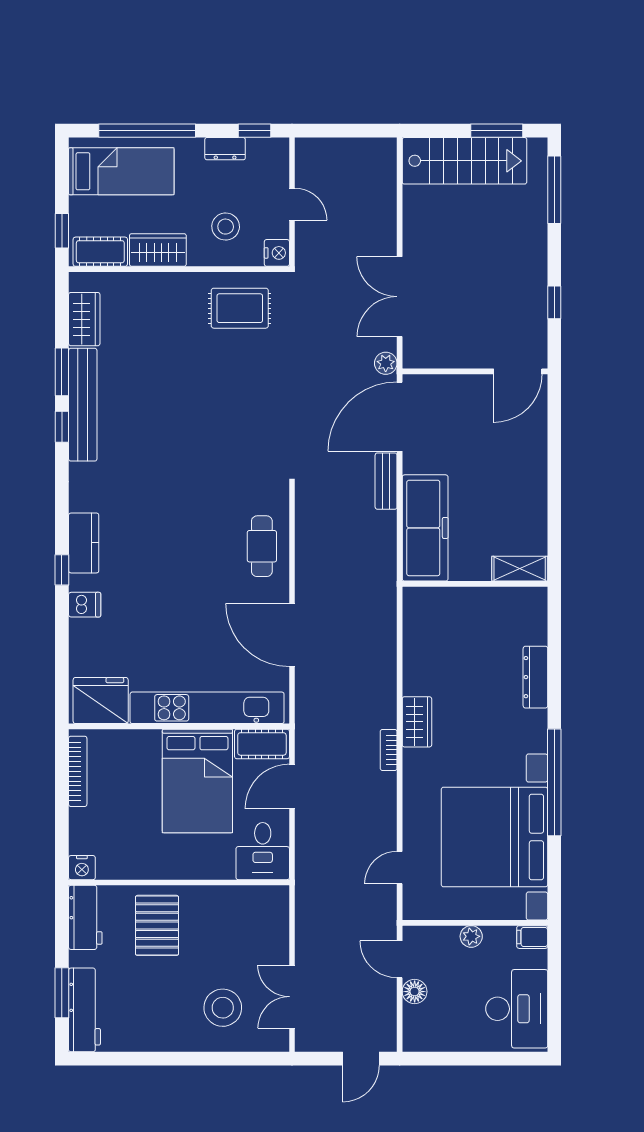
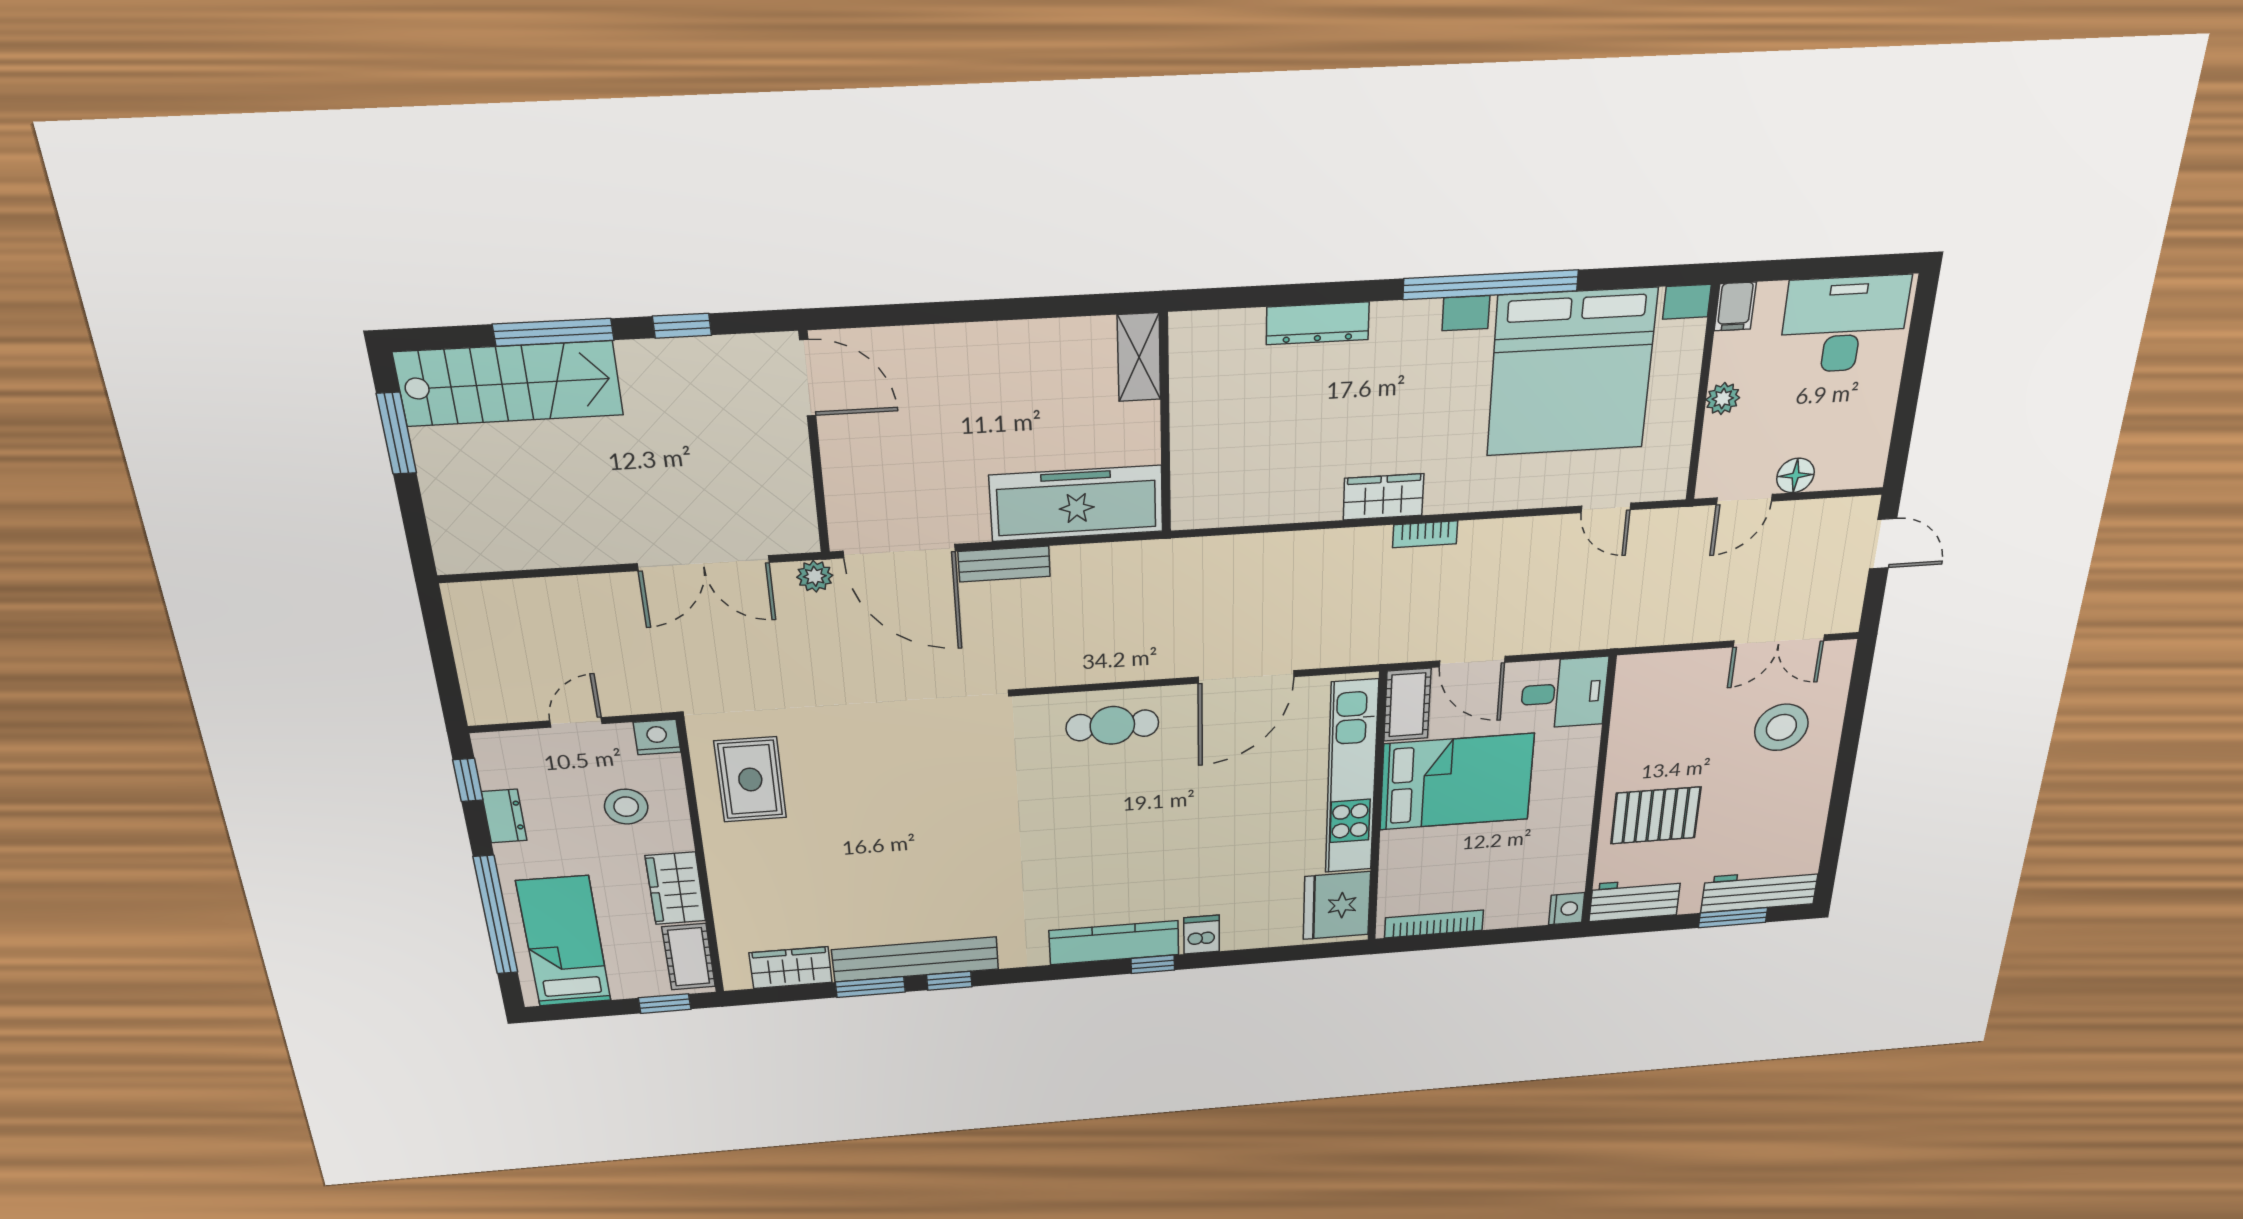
stairs: (464, 161) -> (509, 384), moved, turned 90
window: (554, 190) -> (553, 332), moved
kitchen counter: (84, 543) -> (1114, 943), width x1.50

